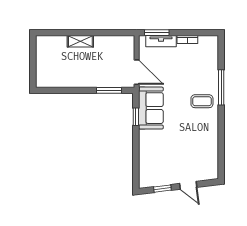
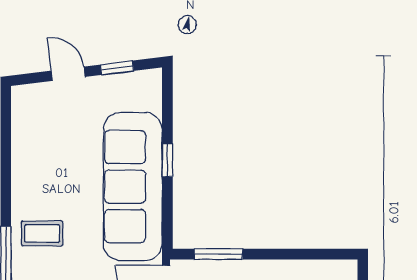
sofa: (151, 108) -> (133, 187), width x1.85, depth x1.27
window: (136, 117) -> (167, 160), moved

